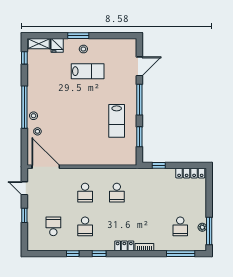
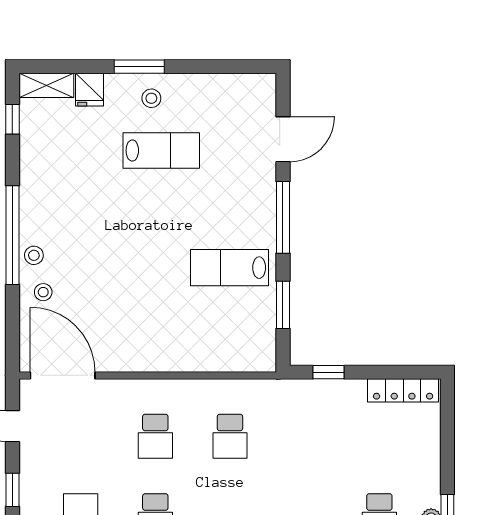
lab bench: (117, 121) -> (230, 268), turned 90

